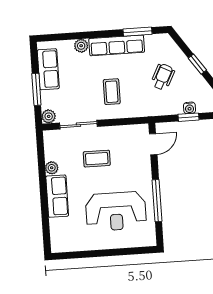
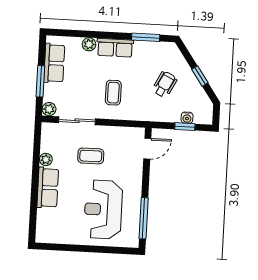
row of seats: (117, 45) -> (115, 48), width x0.68
window: (157, 201) -> (144, 218), moved
reception desk: (116, 211) -> (103, 210), turned 90

